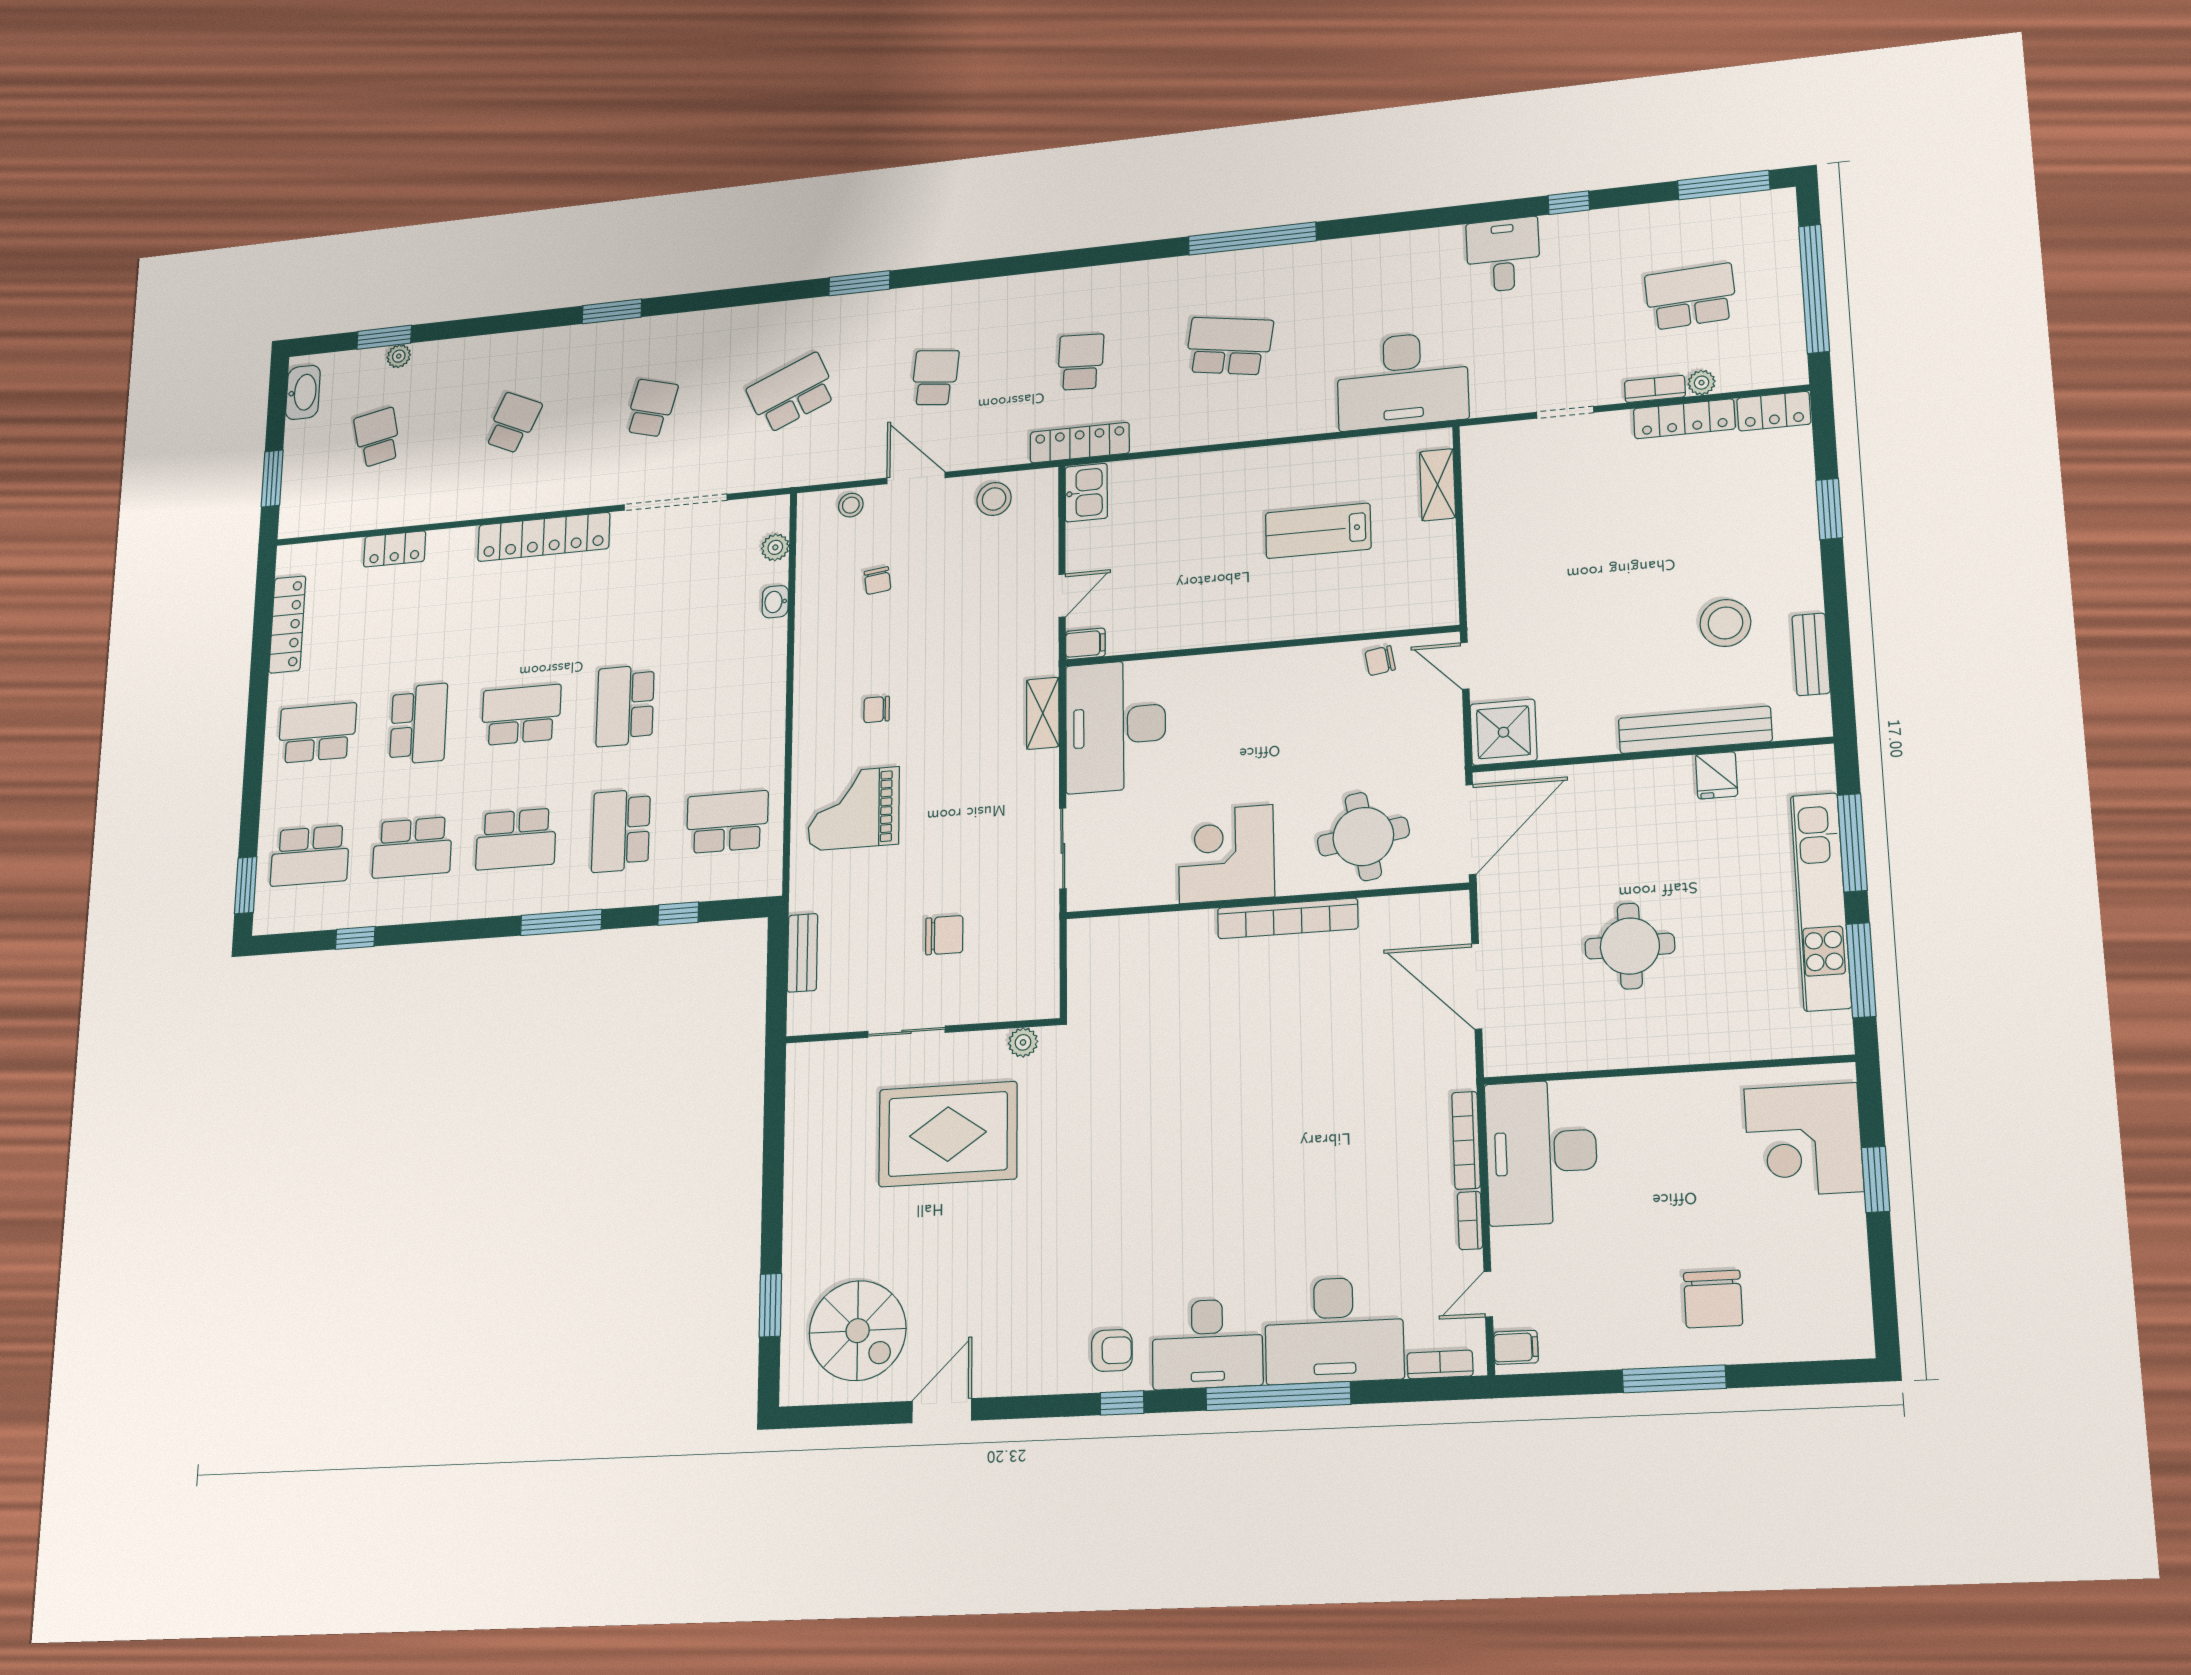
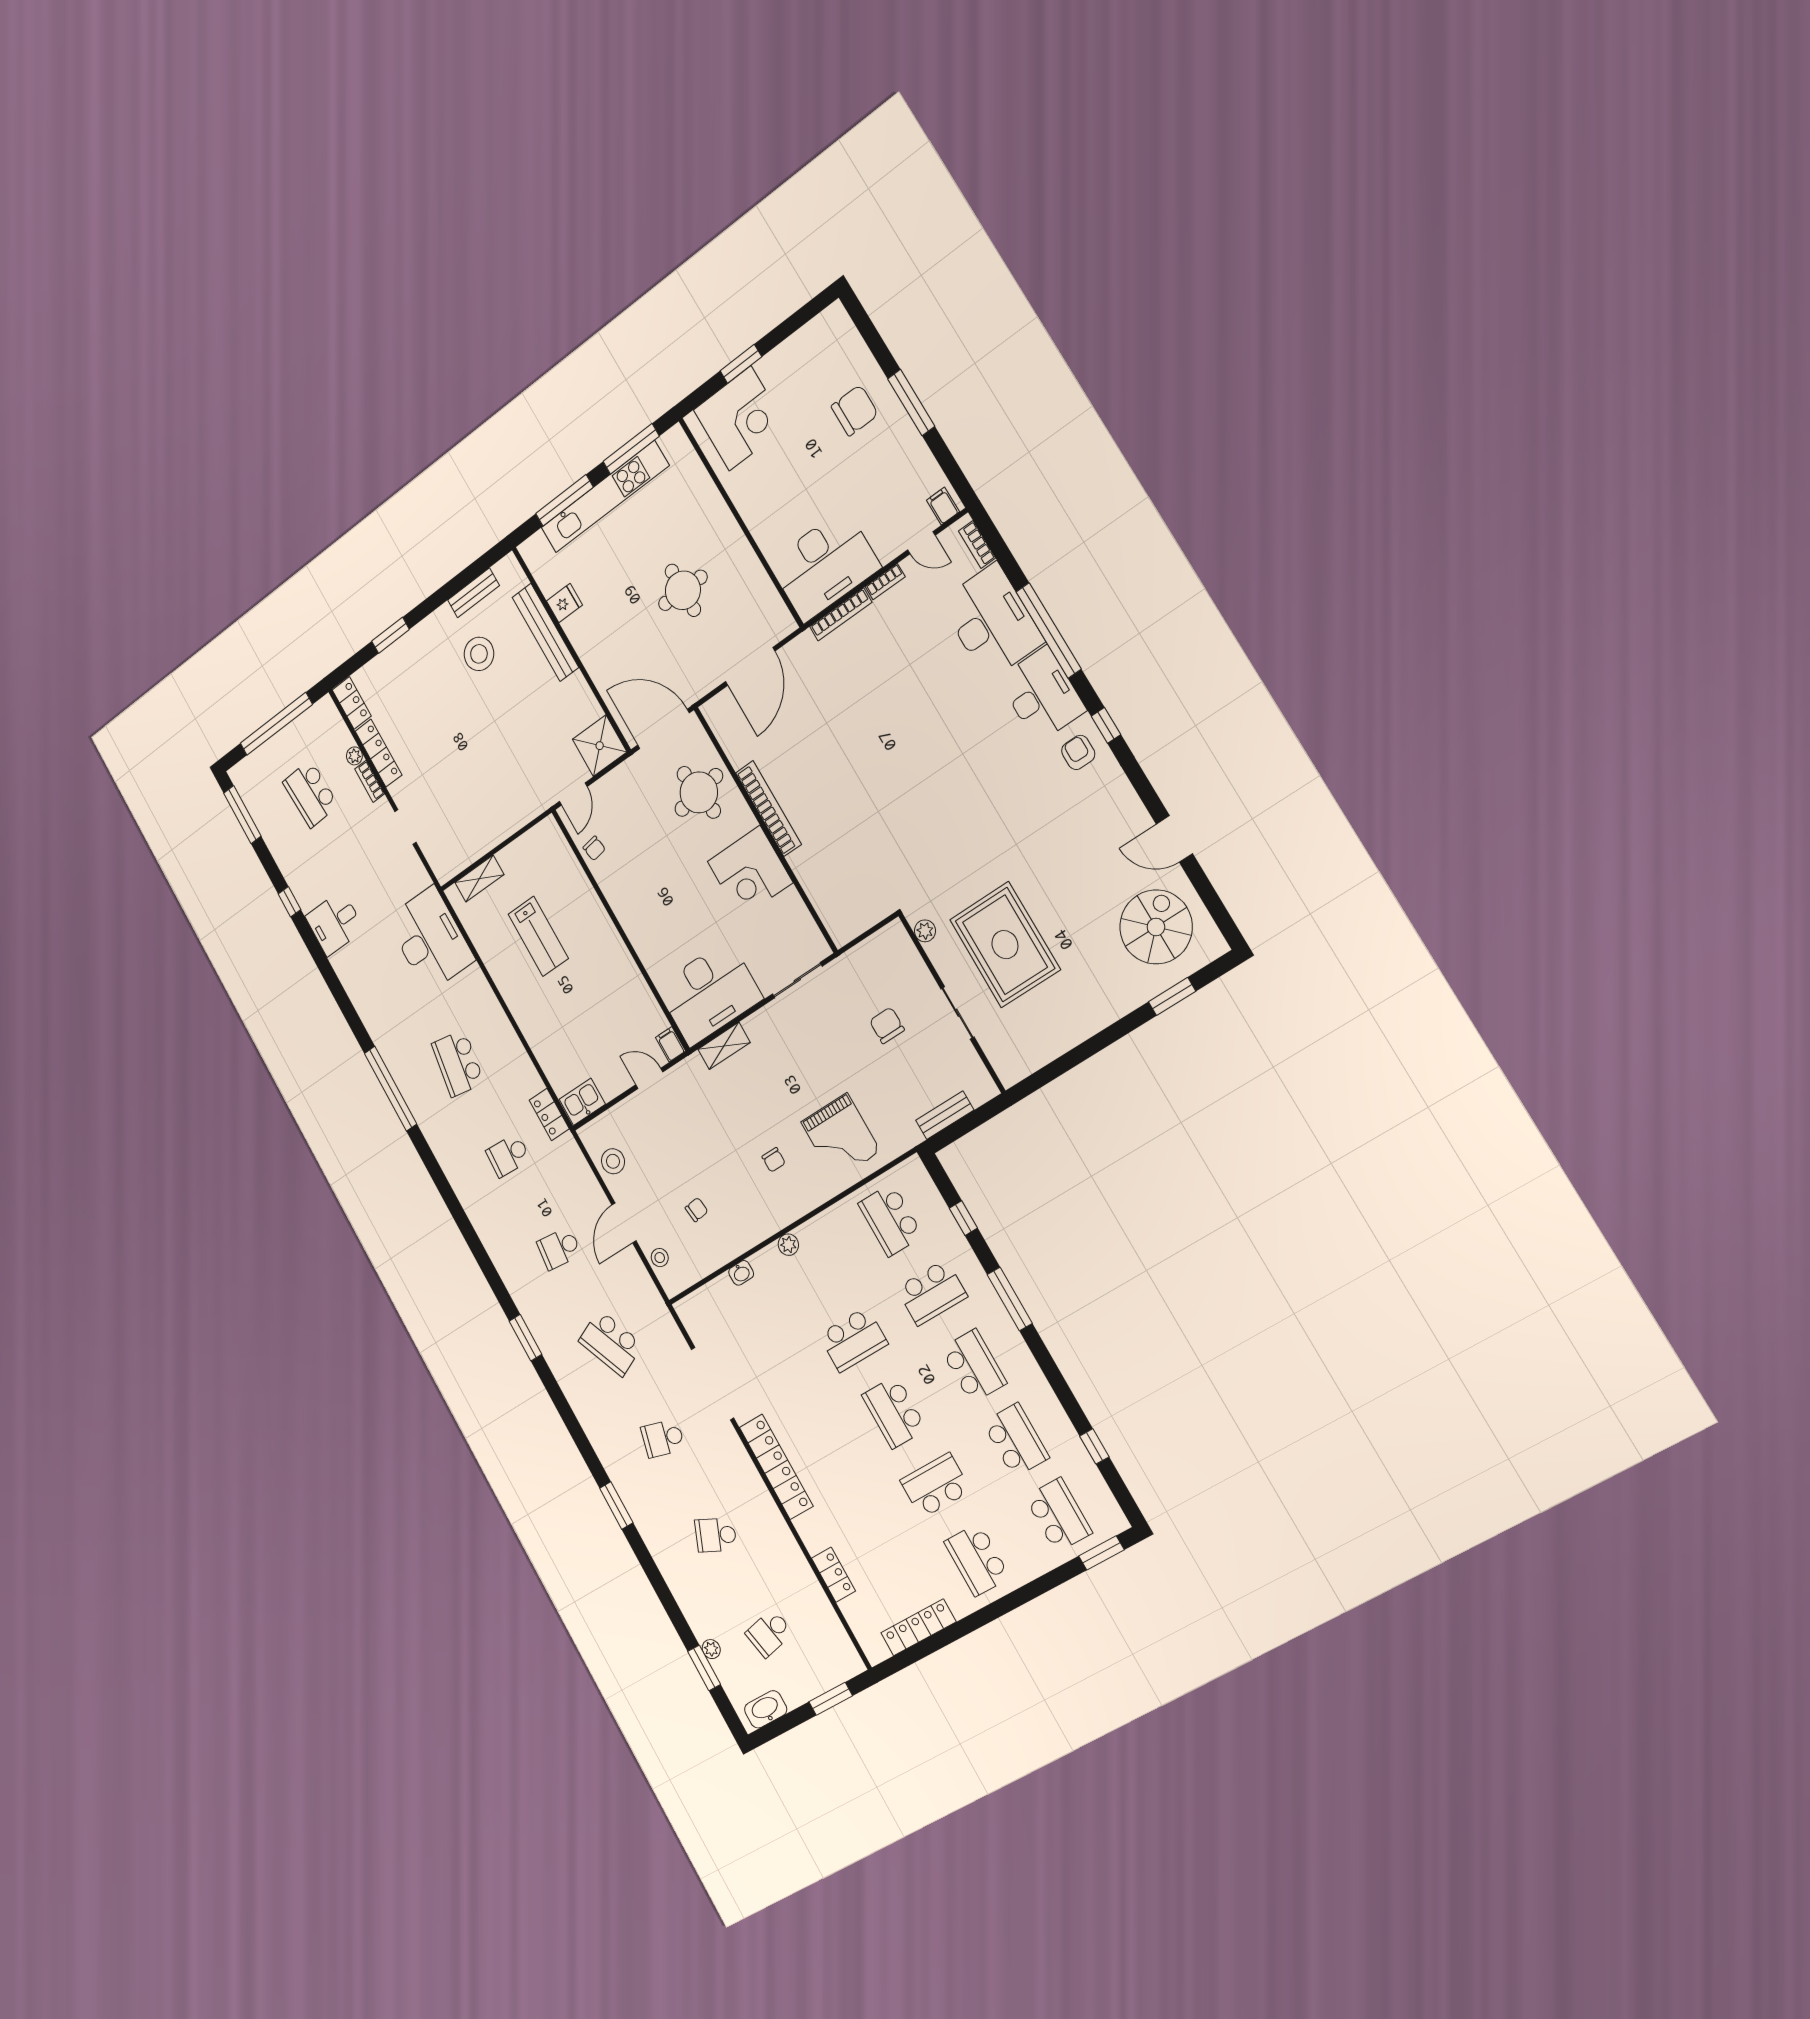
locker: (1080, 443) -> (549, 1114), width x0.66
plant: (775, 547) -> (788, 1245), moved

